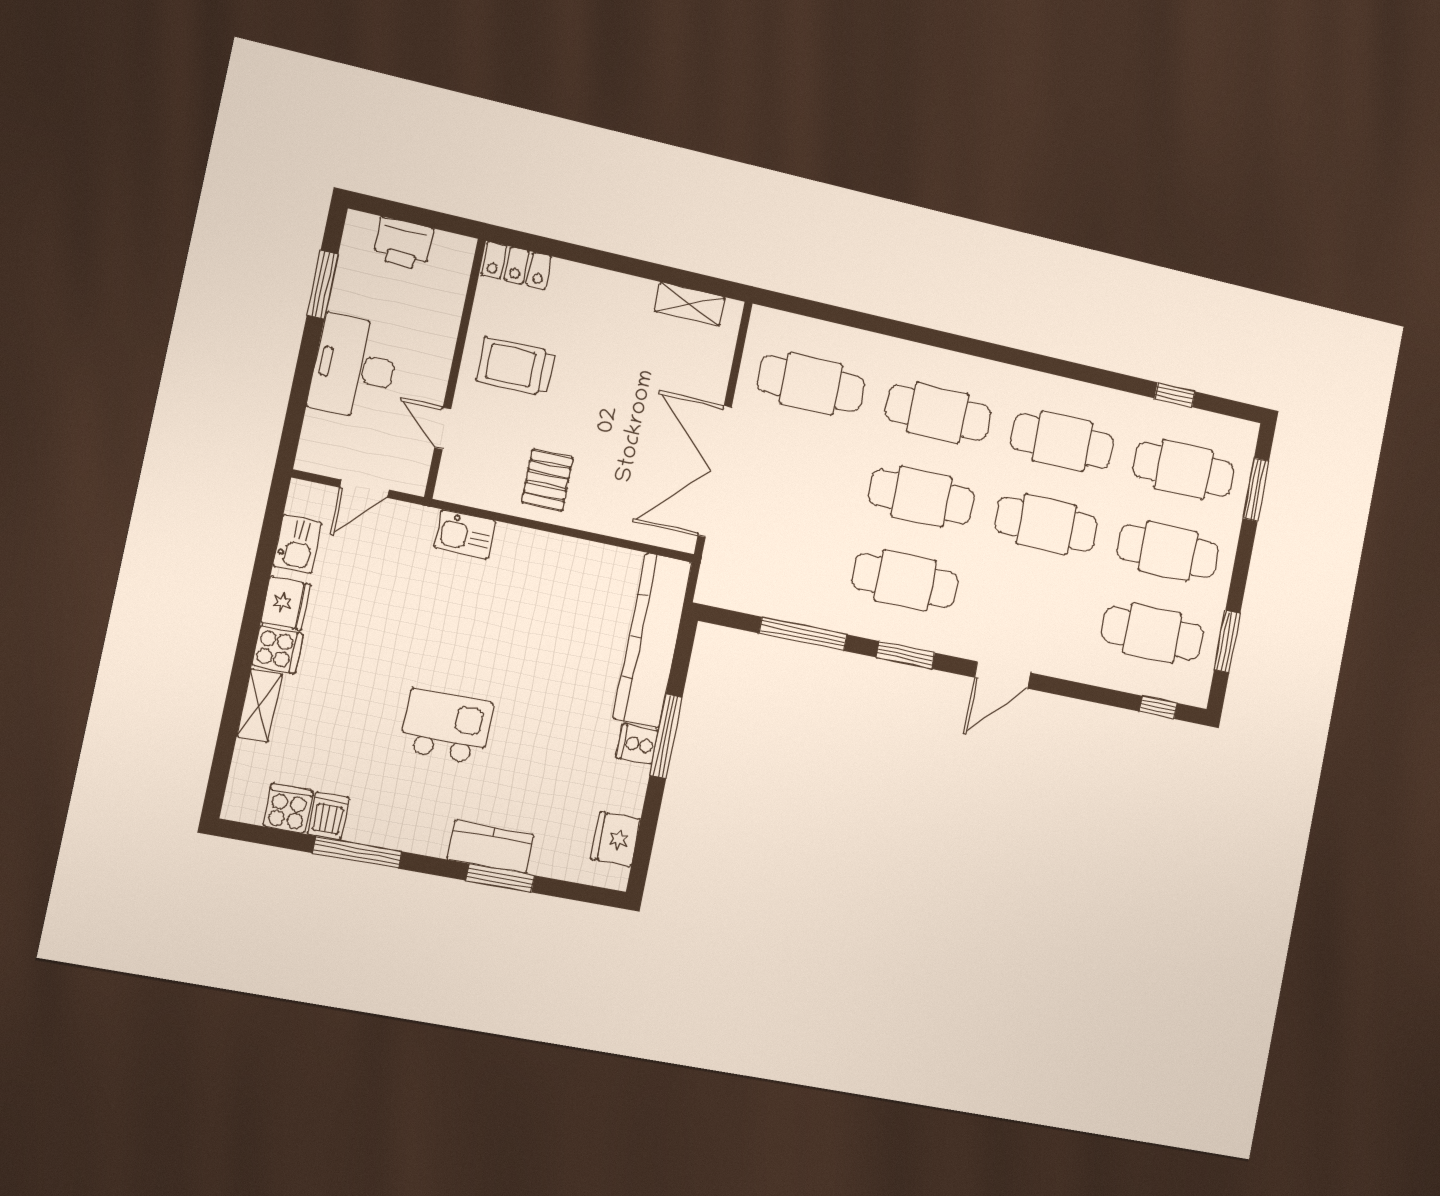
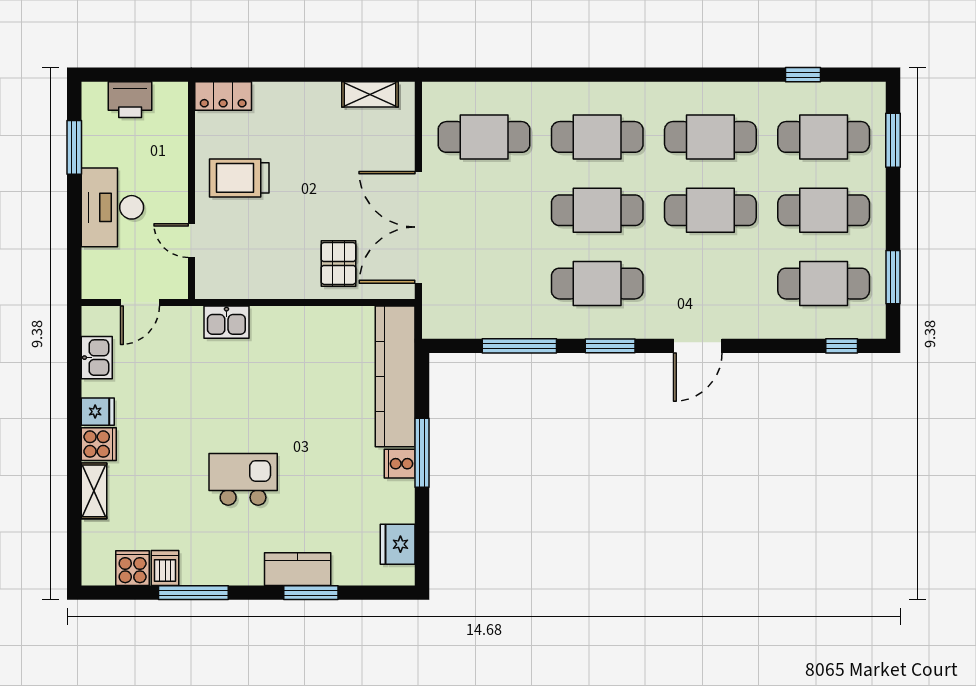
pallet: (547, 480) -> (338, 263), moved
fridge: (286, 603) -> (98, 412), width x0.72

